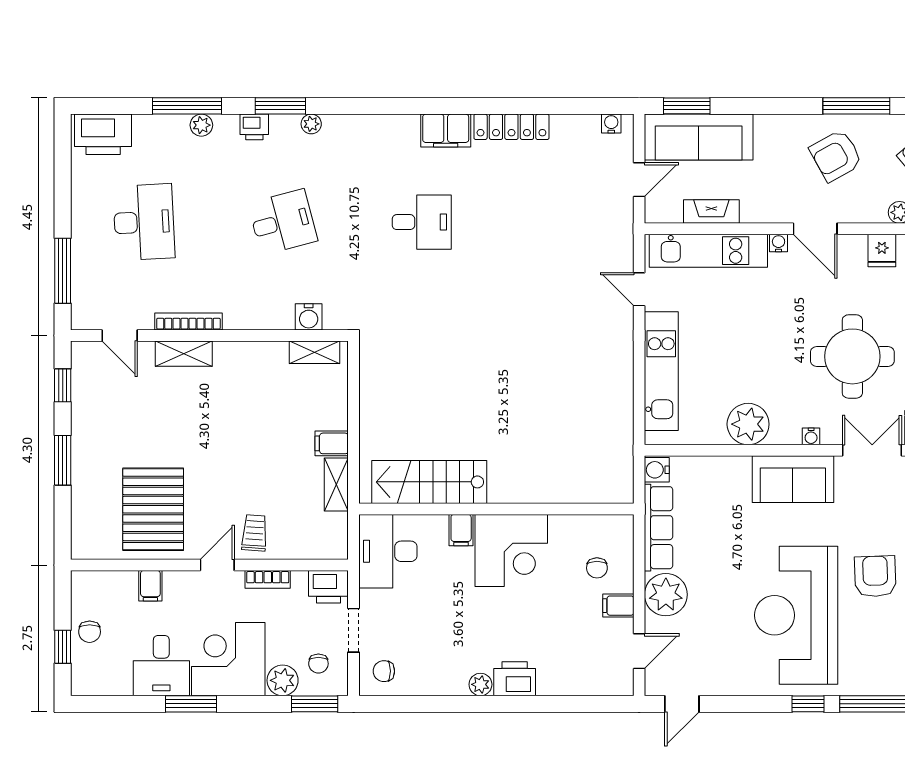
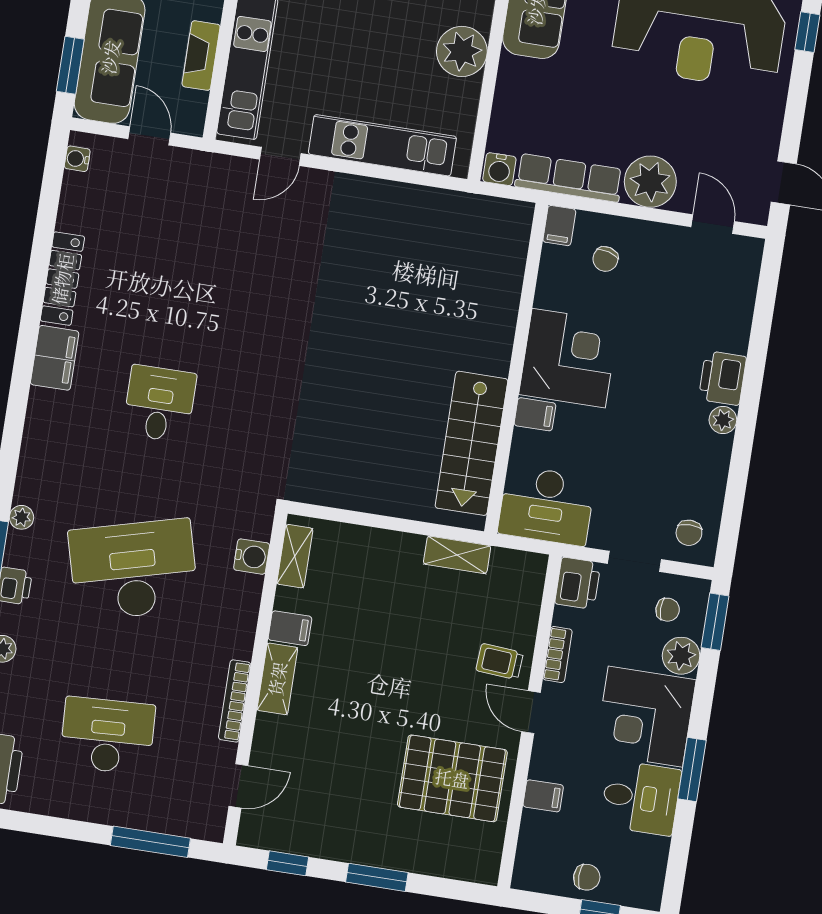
desk: (283, 222) -> (133, 570), width x1.87, depth x1.30
shelving: (184, 354) -> (277, 679), moved
filing cabinet: (332, 443) -> (290, 628), moved, turned -90
chair: (597, 568) -> (605, 259), turned 105
filing cabinet: (618, 606) -> (559, 226), moved

